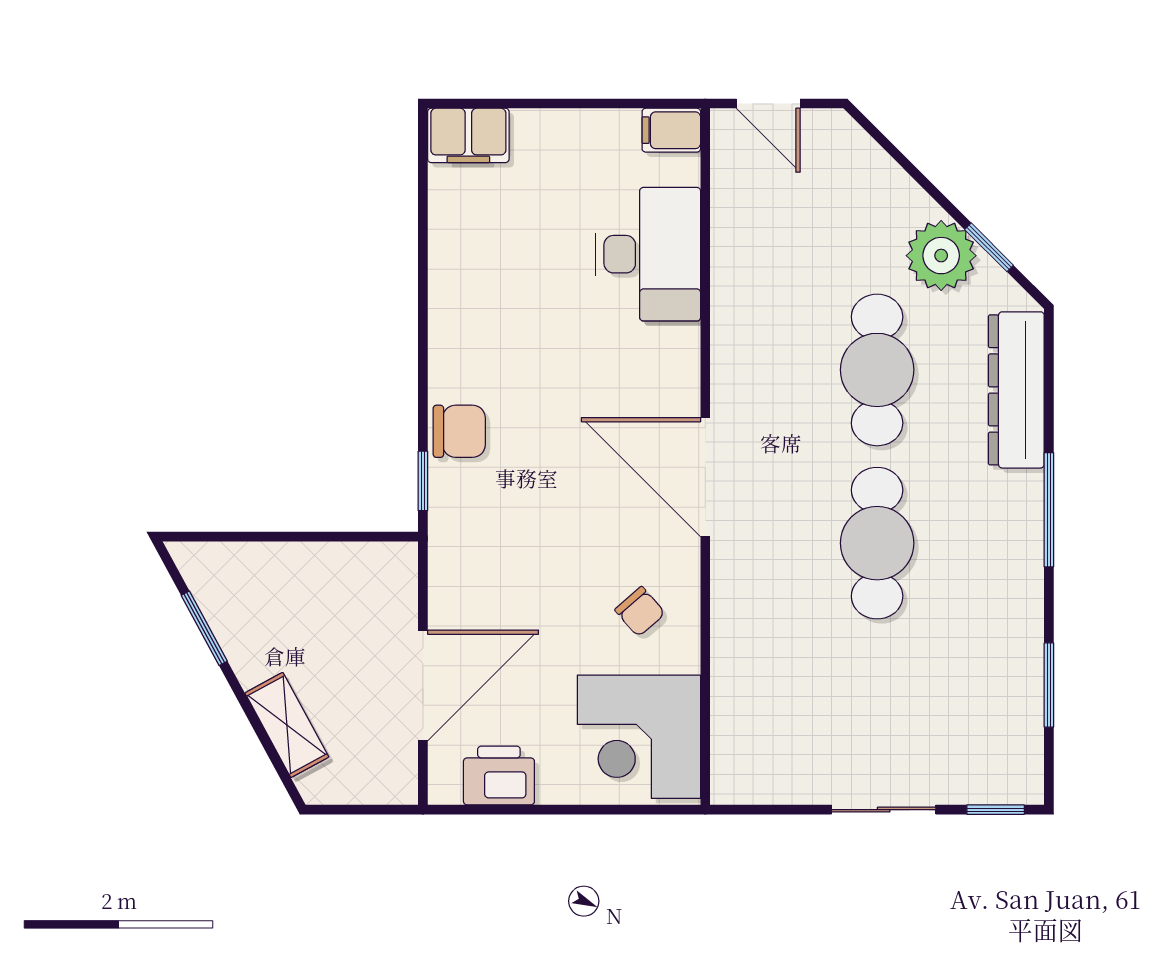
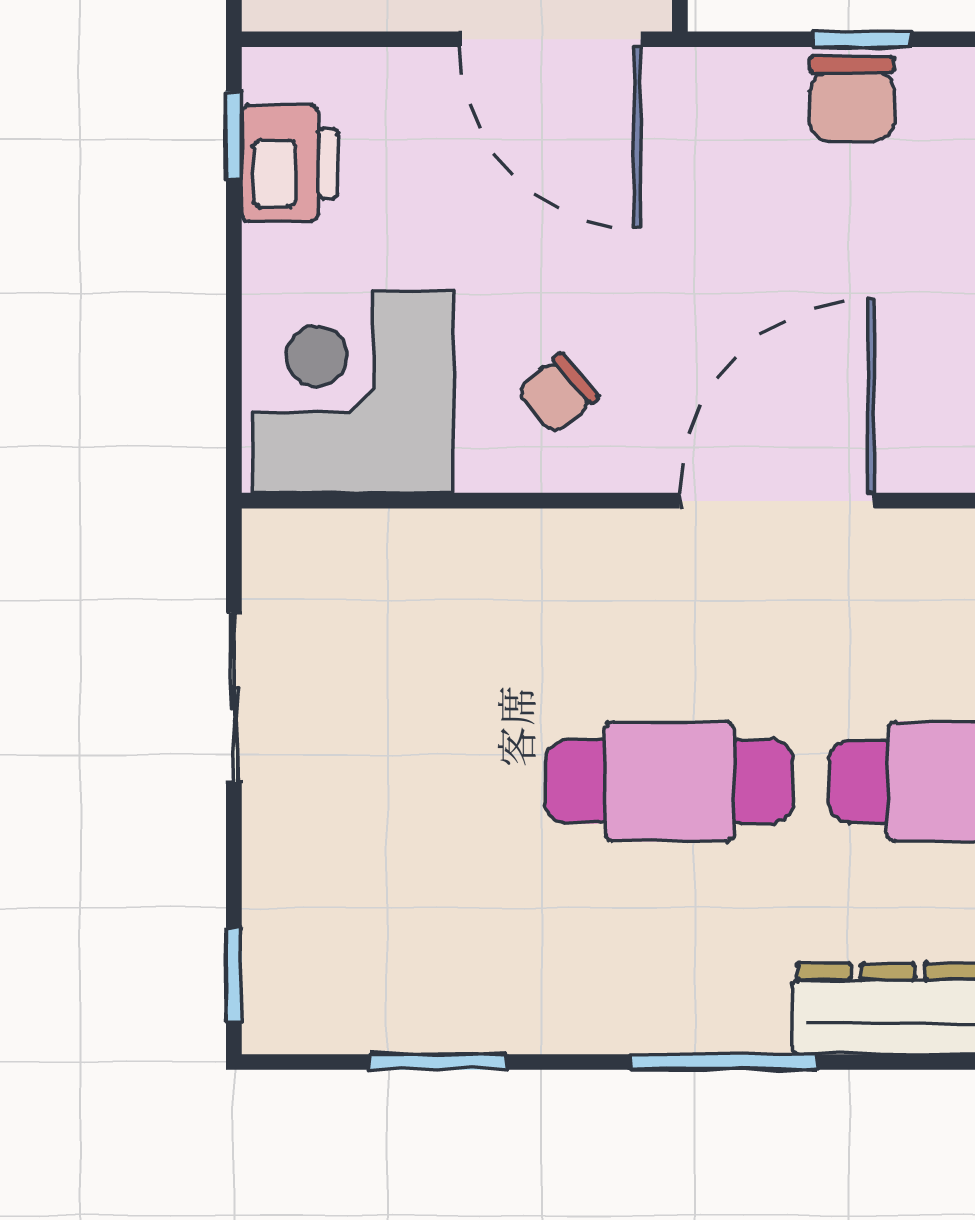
window: (423, 481) -> (862, 39), moved
door: (423, 685) -> (550, 39), moved
window: (482, 810) -> (234, 136), added
sliding door: (884, 810) -> (234, 698), moved

